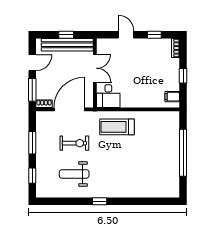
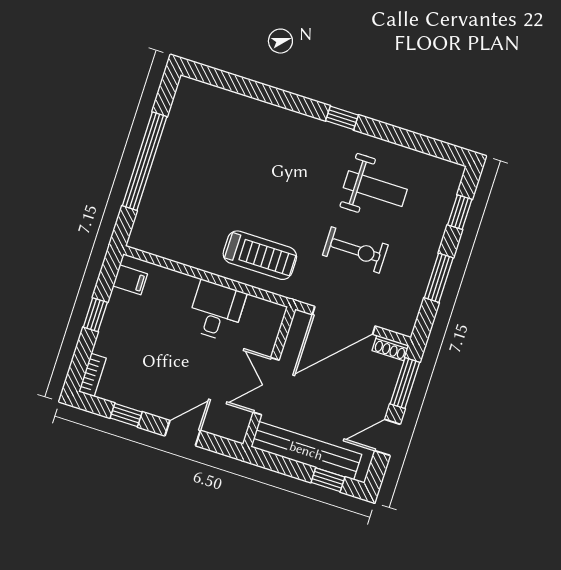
window: (66, 35) -> (328, 480), moved
door: (126, 35) -> (183, 433), swing flipped
desk: (108, 95) -> (216, 311), moved
exercise bike: (74, 143) -> (355, 250), turned 180

